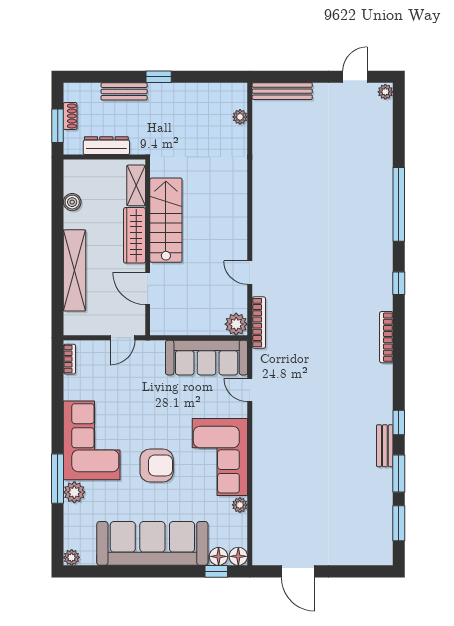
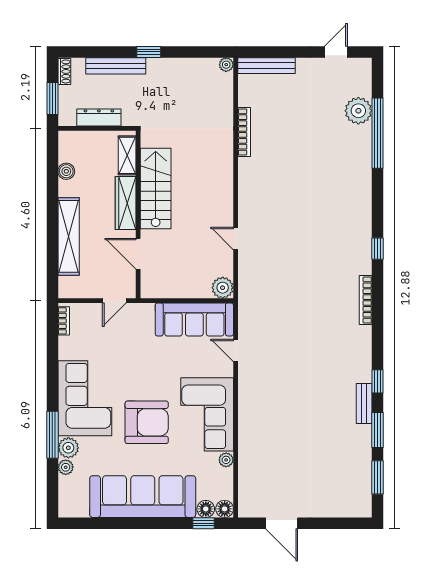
bench: (124, 91) -> (116, 66), width x1.36
plant: (385, 92) -> (358, 111), moved, width x1.88, depth x1.88
shoe rack: (70, 116) -> (64, 71), moved
plant: (240, 117) -> (226, 65), moved
window: (399, 204) -> (378, 133), moved
bookcase: (259, 323) -> (244, 132), moved
armchair: (157, 465) -> (147, 422), width x1.36, depth x1.36
plant: (72, 557) -> (66, 467), moved

